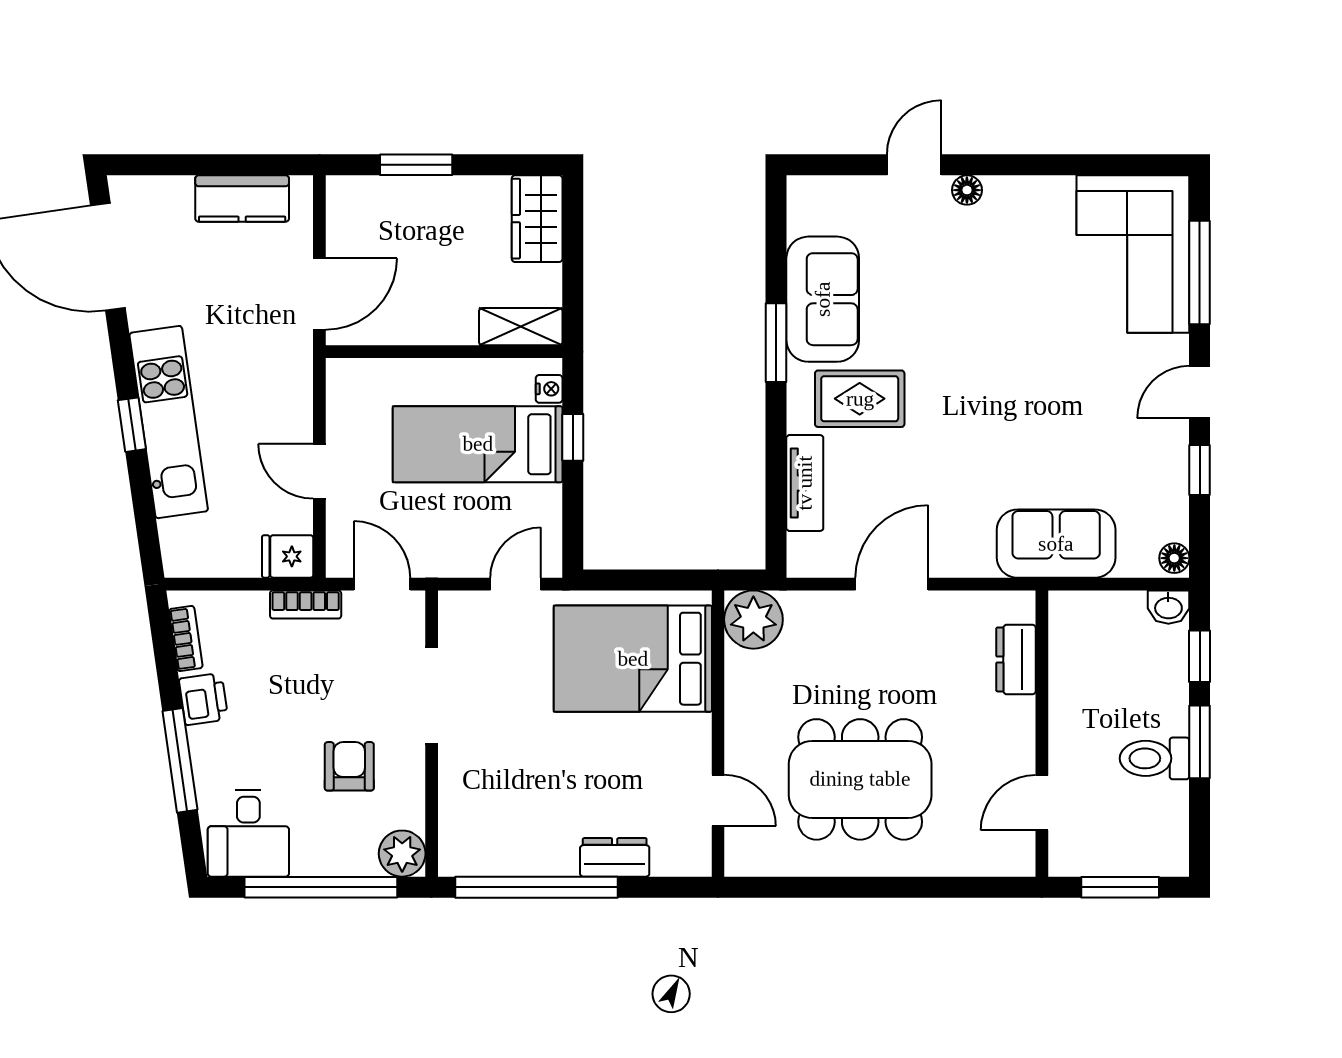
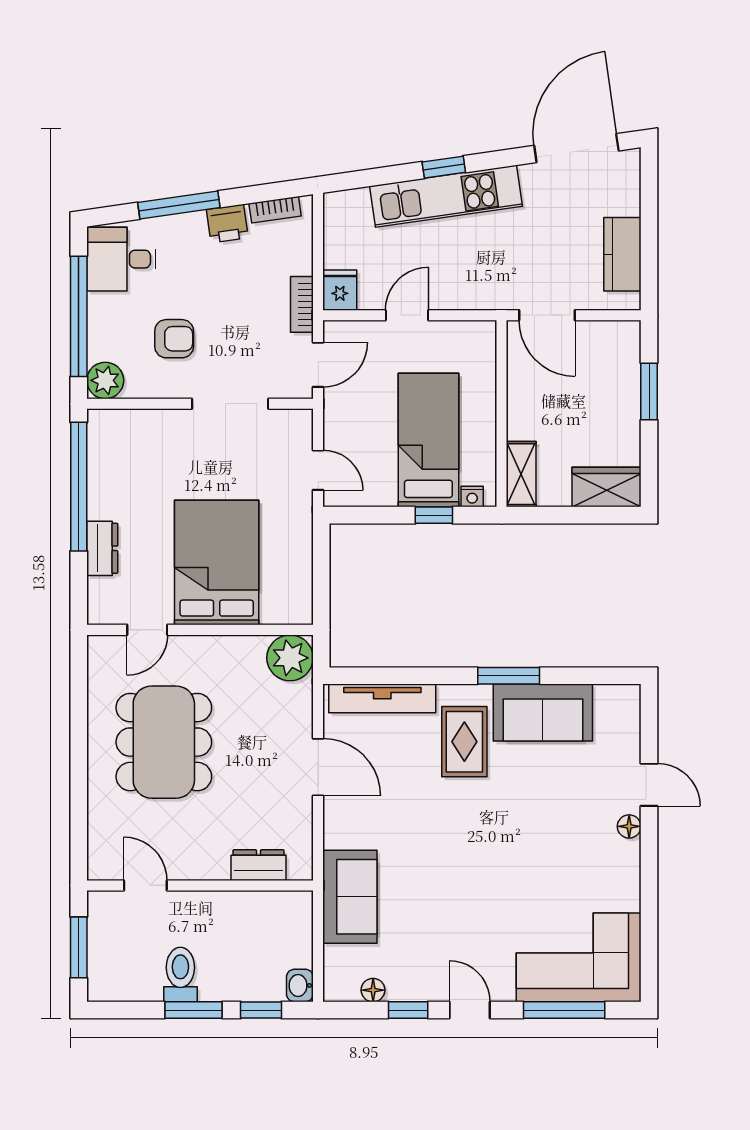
tv unit: (805, 483) -> (382, 698), width x1.41
floor lamp: (1174, 558) -> (373, 990), moved
bed: (633, 659) -> (217, 563), moved

